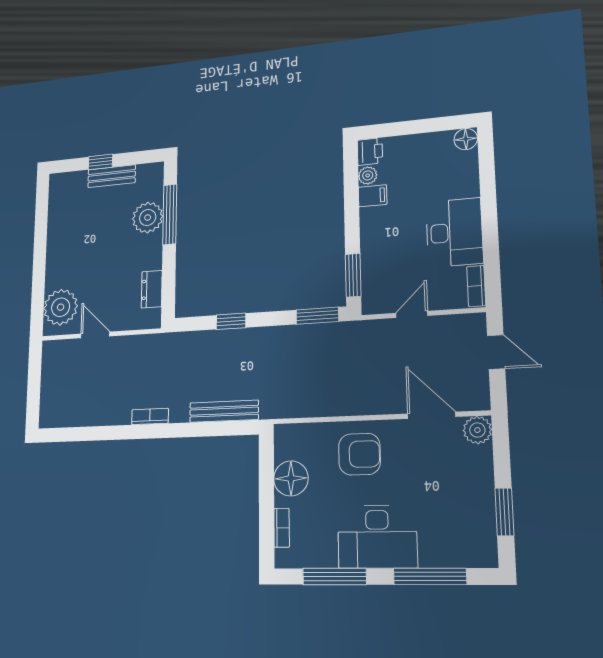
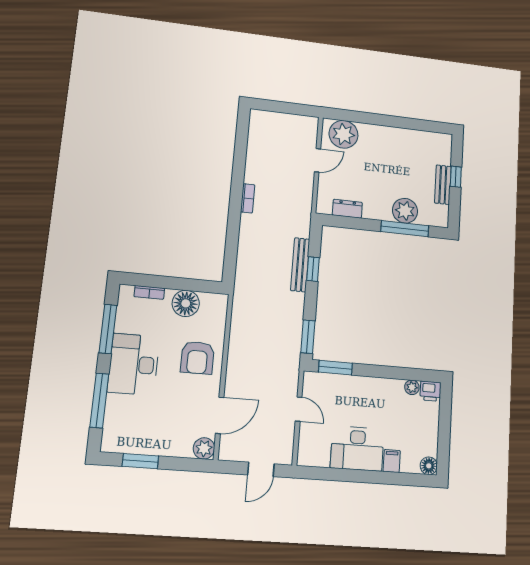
filing cabinet: (373, 196) -> (392, 461), moved, turned 180
bookcase: (476, 286) -> (313, 460), removed
bench: (224, 411) -> (300, 265), moved

